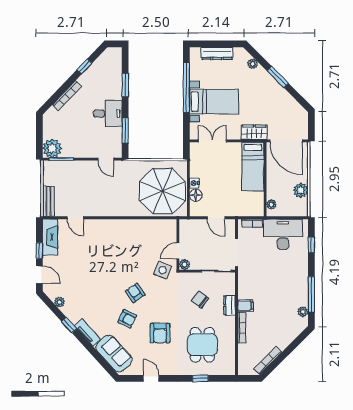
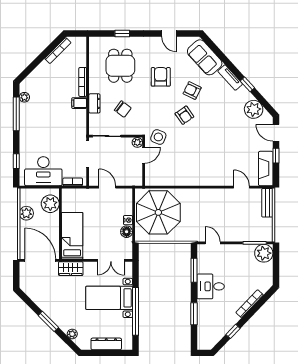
floor lamp: (196, 195) -> (127, 232), moved
plant: (271, 205) -> (50, 204), width x1.88, depth x1.88
plant: (59, 302) -> (254, 109), width x1.87, depth x1.87

